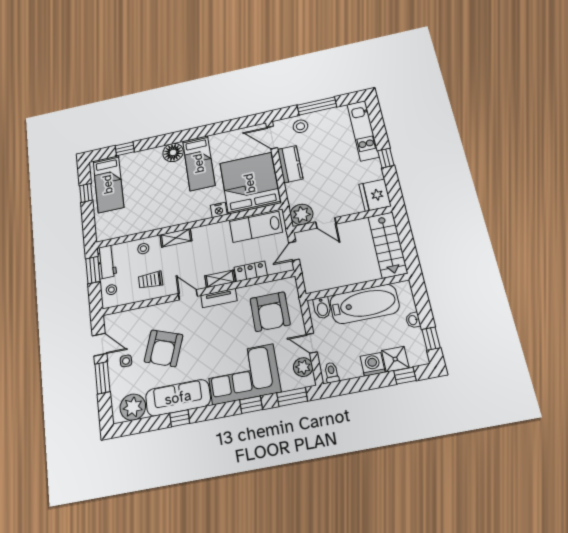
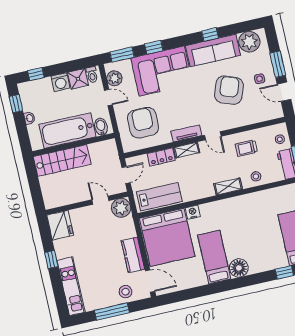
stairs: (388, 245) -> (62, 160), moved, turned 90
trolley: (151, 280) -> (246, 148), turned 180
shower: (395, 359) -> (78, 79), moved

